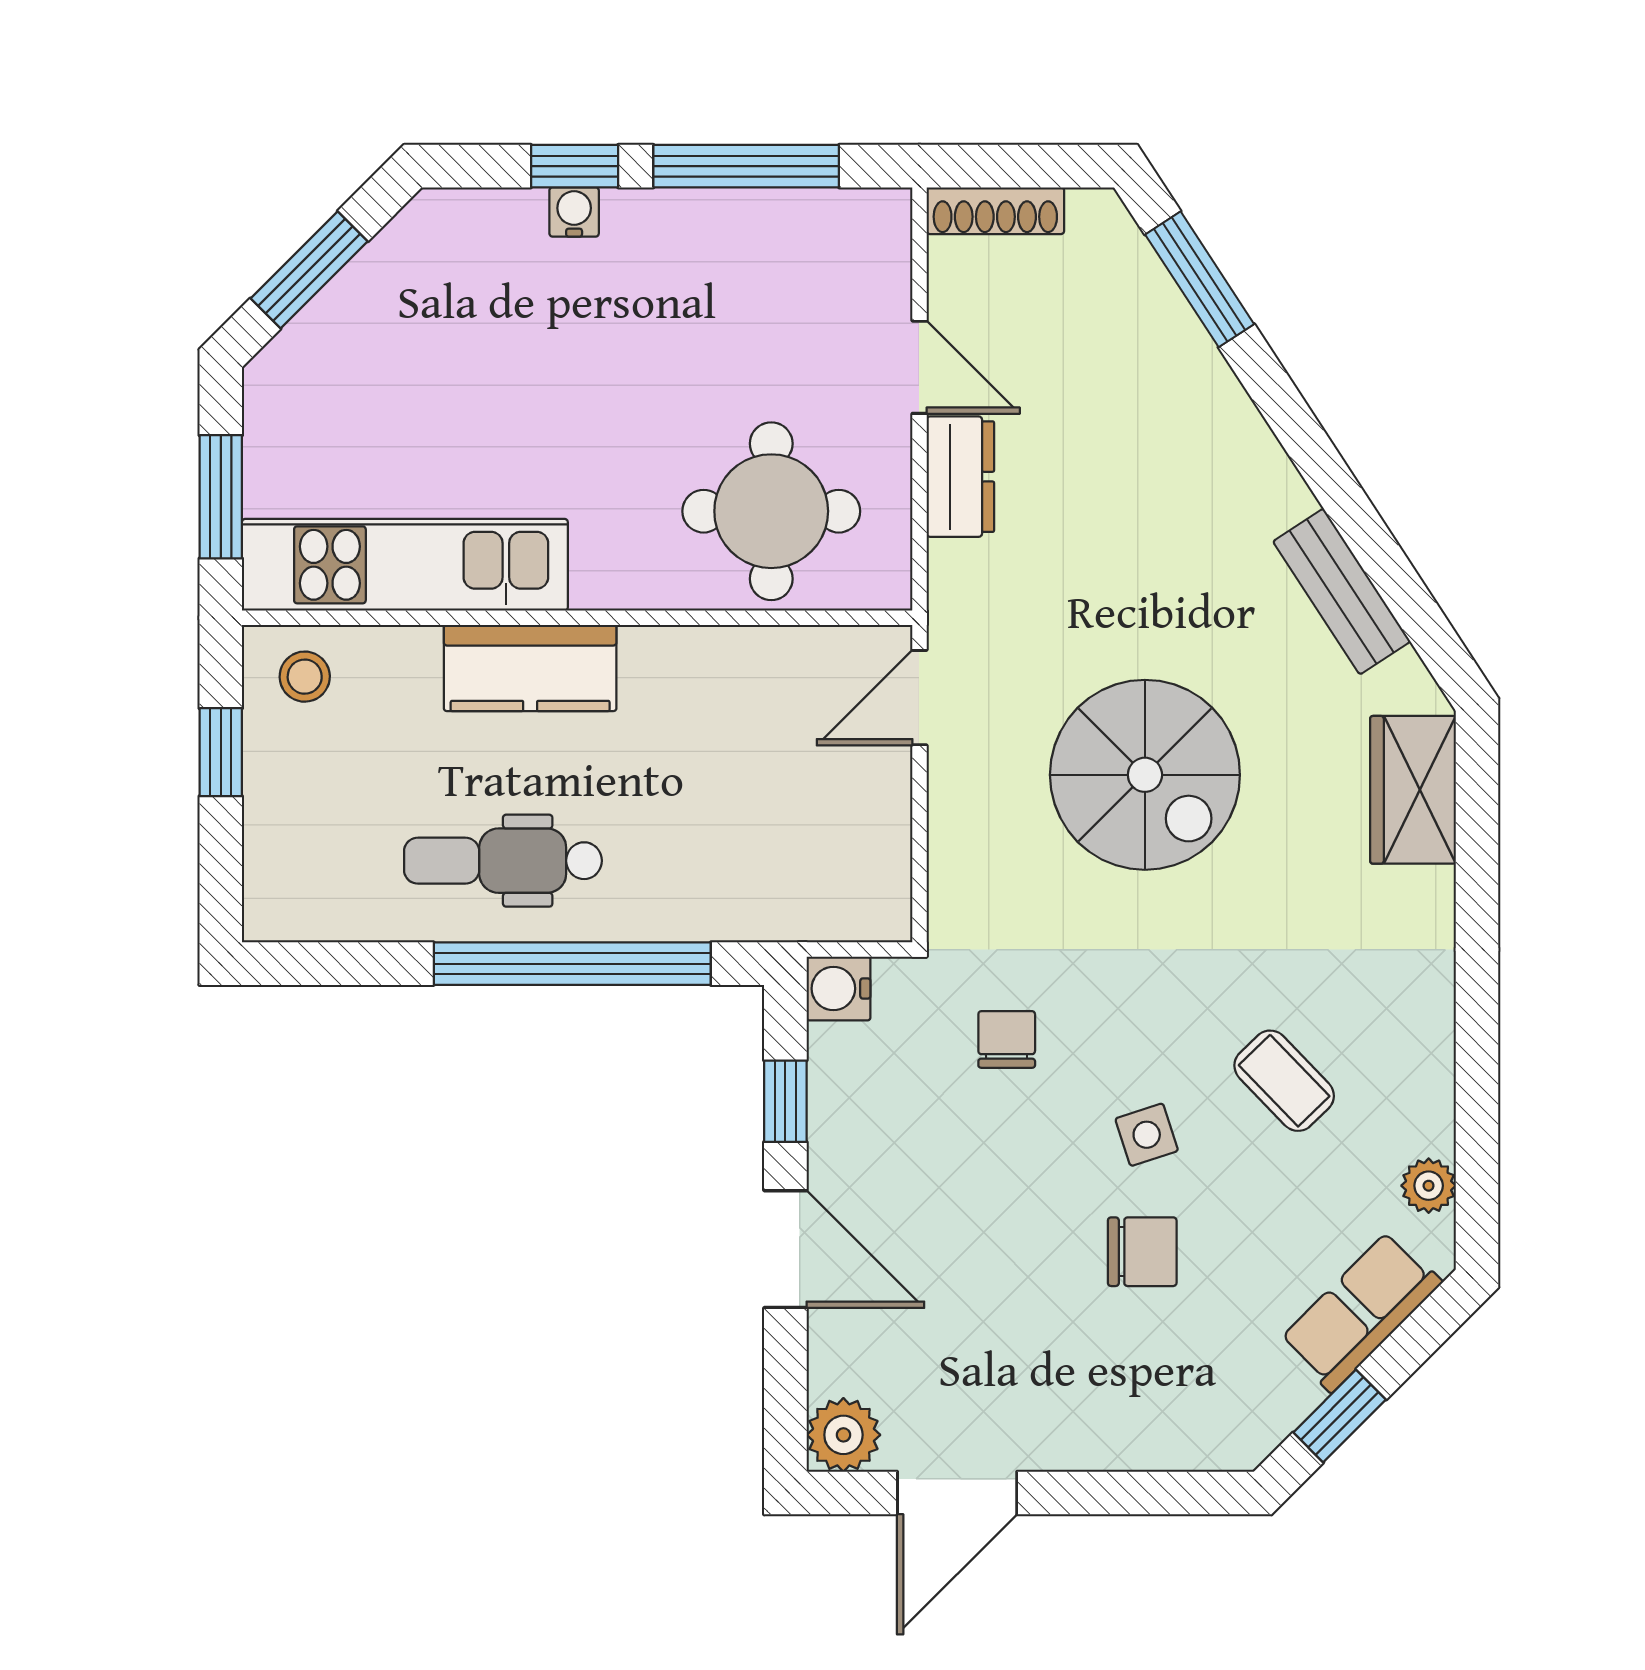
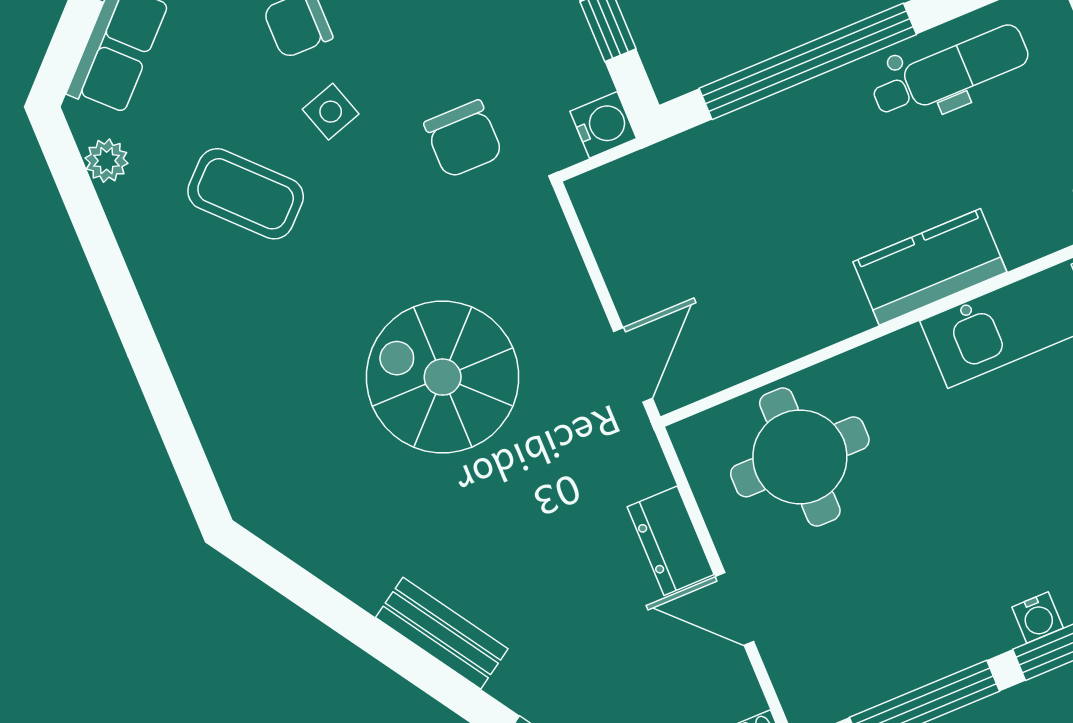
bench: (1342, 592) -> (442, 633), moved
wardrobe: (1413, 790) -> (240, 448), removed
dental chair: (503, 861) -> (950, 72), moved
chair: (1007, 1039) -> (463, 139), width x1.37, depth x1.37
coffee table: (1284, 1081) -> (246, 194), width x1.36, depth x1.30

